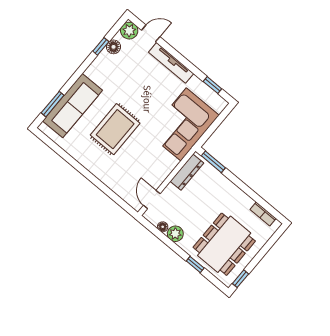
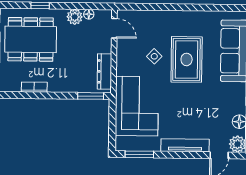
window: (212, 85) -> (139, 154), width x1.50
side table: (138, 152) -> (154, 56), added
bookcase: (263, 214) -> (34, 87), moved
dining table: (224, 244) -> (31, 39), turned 90

